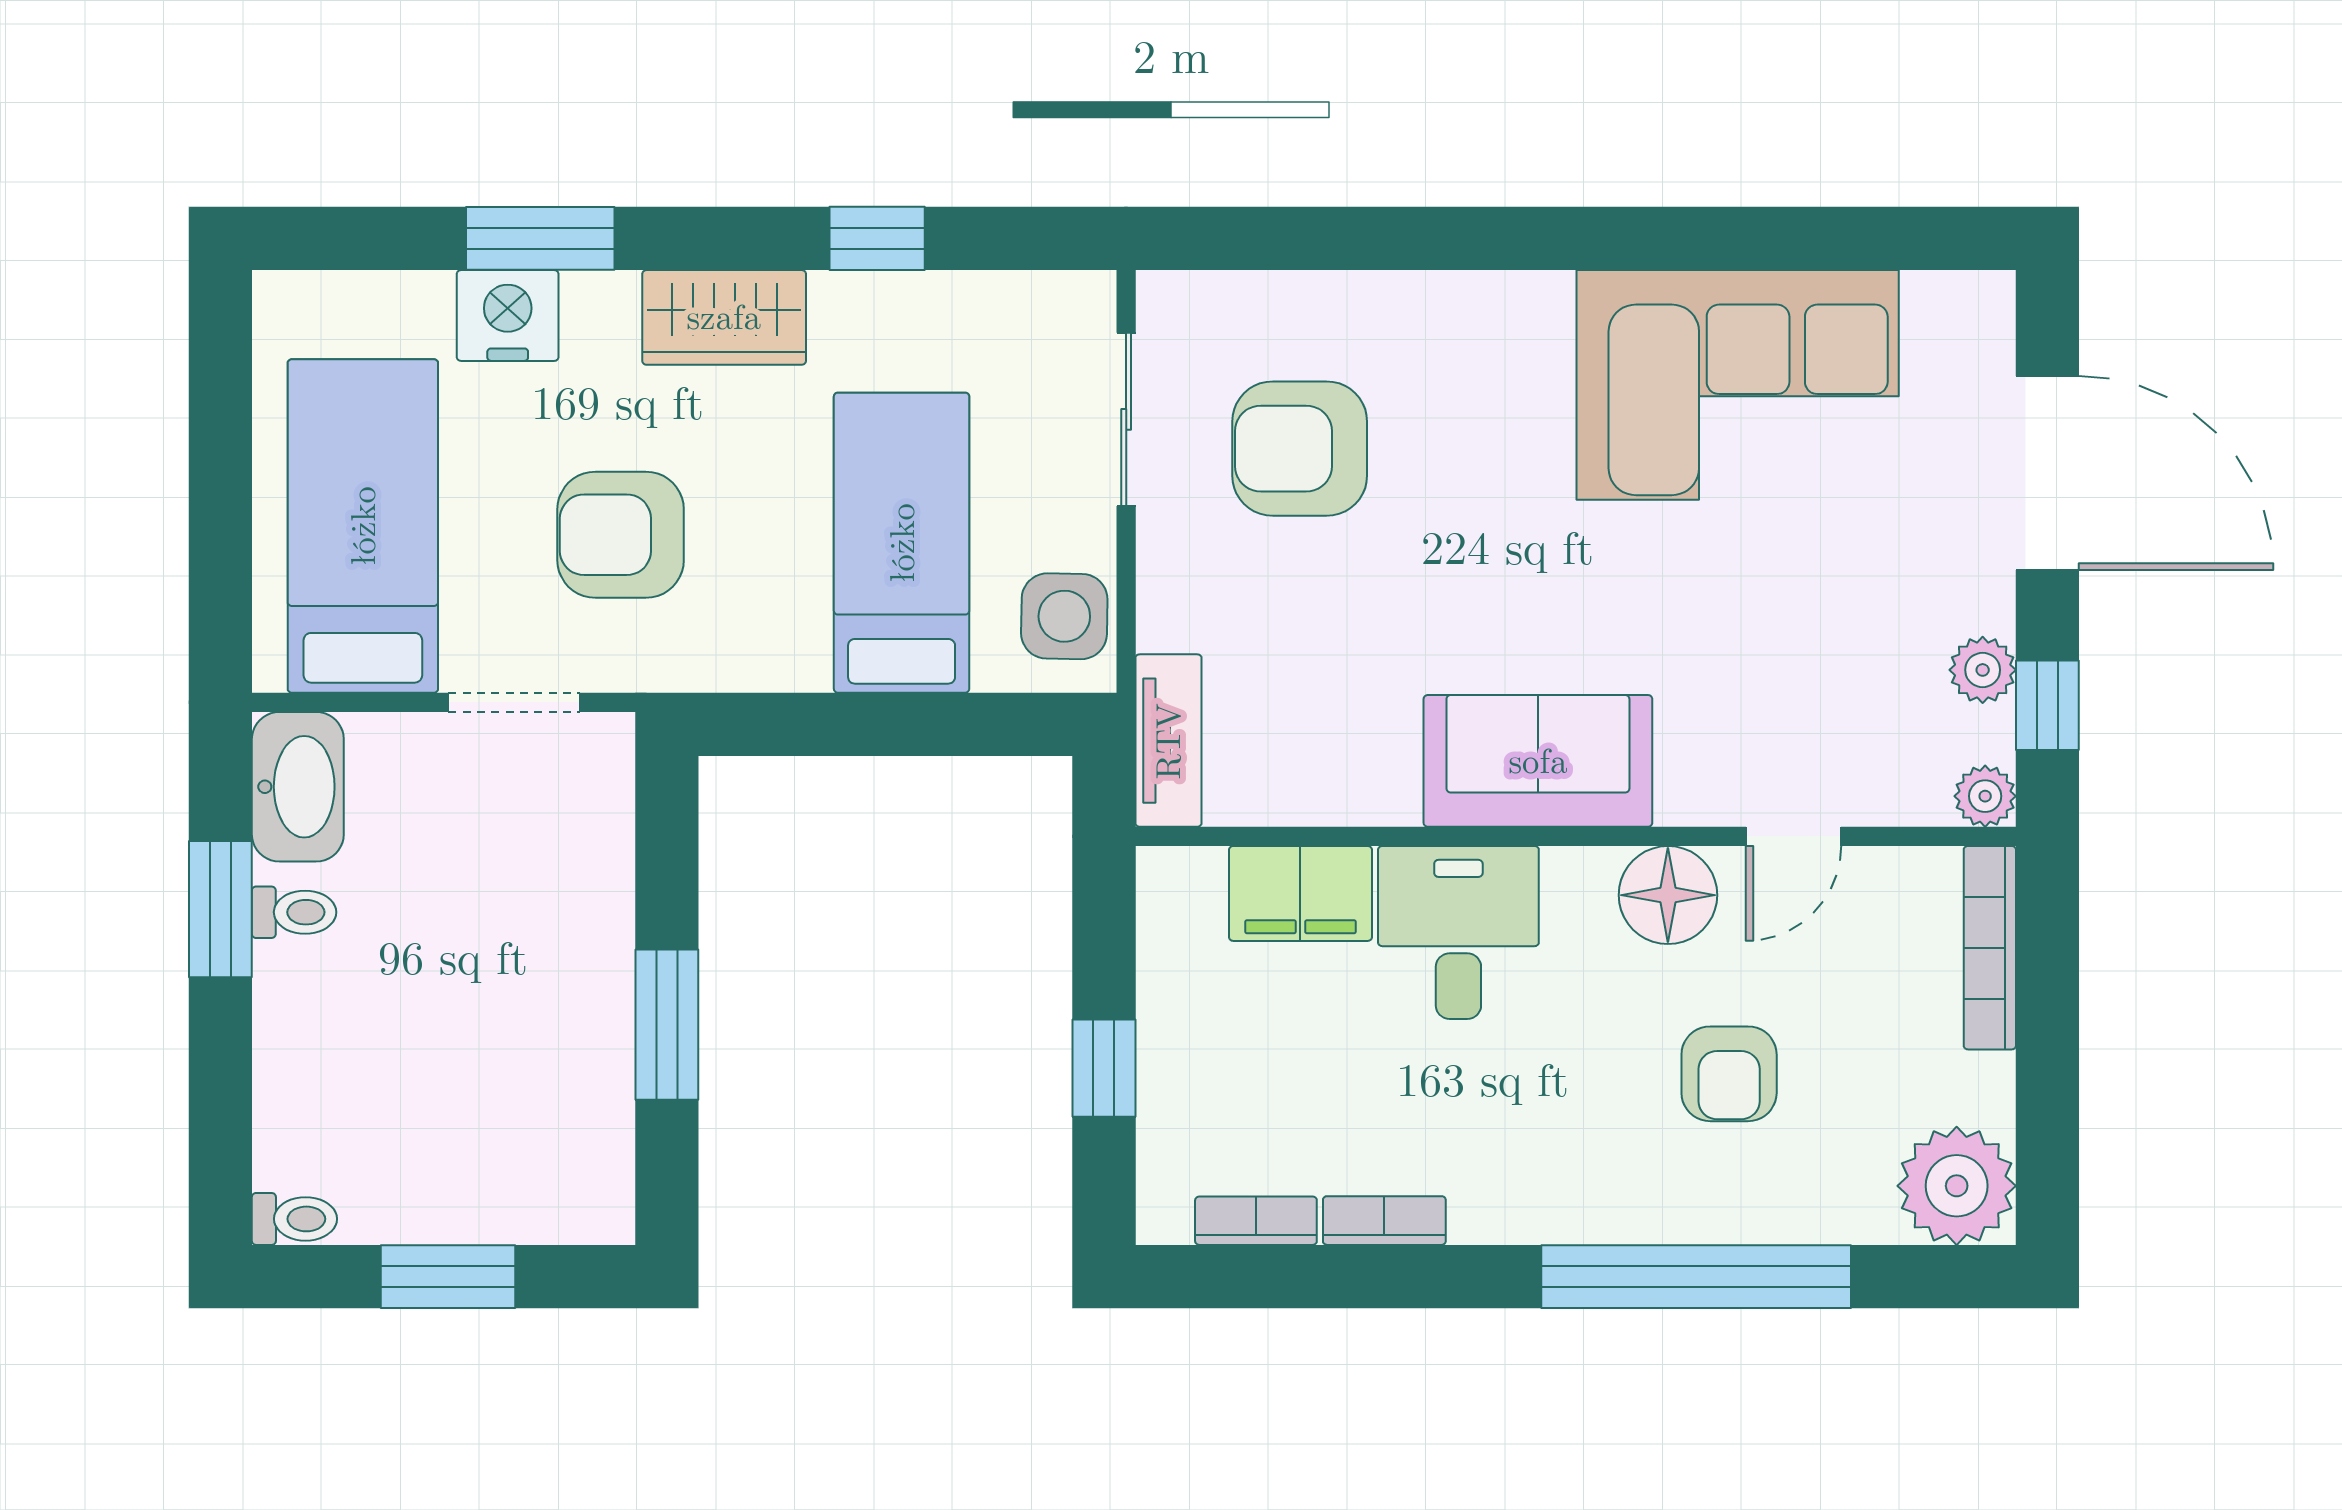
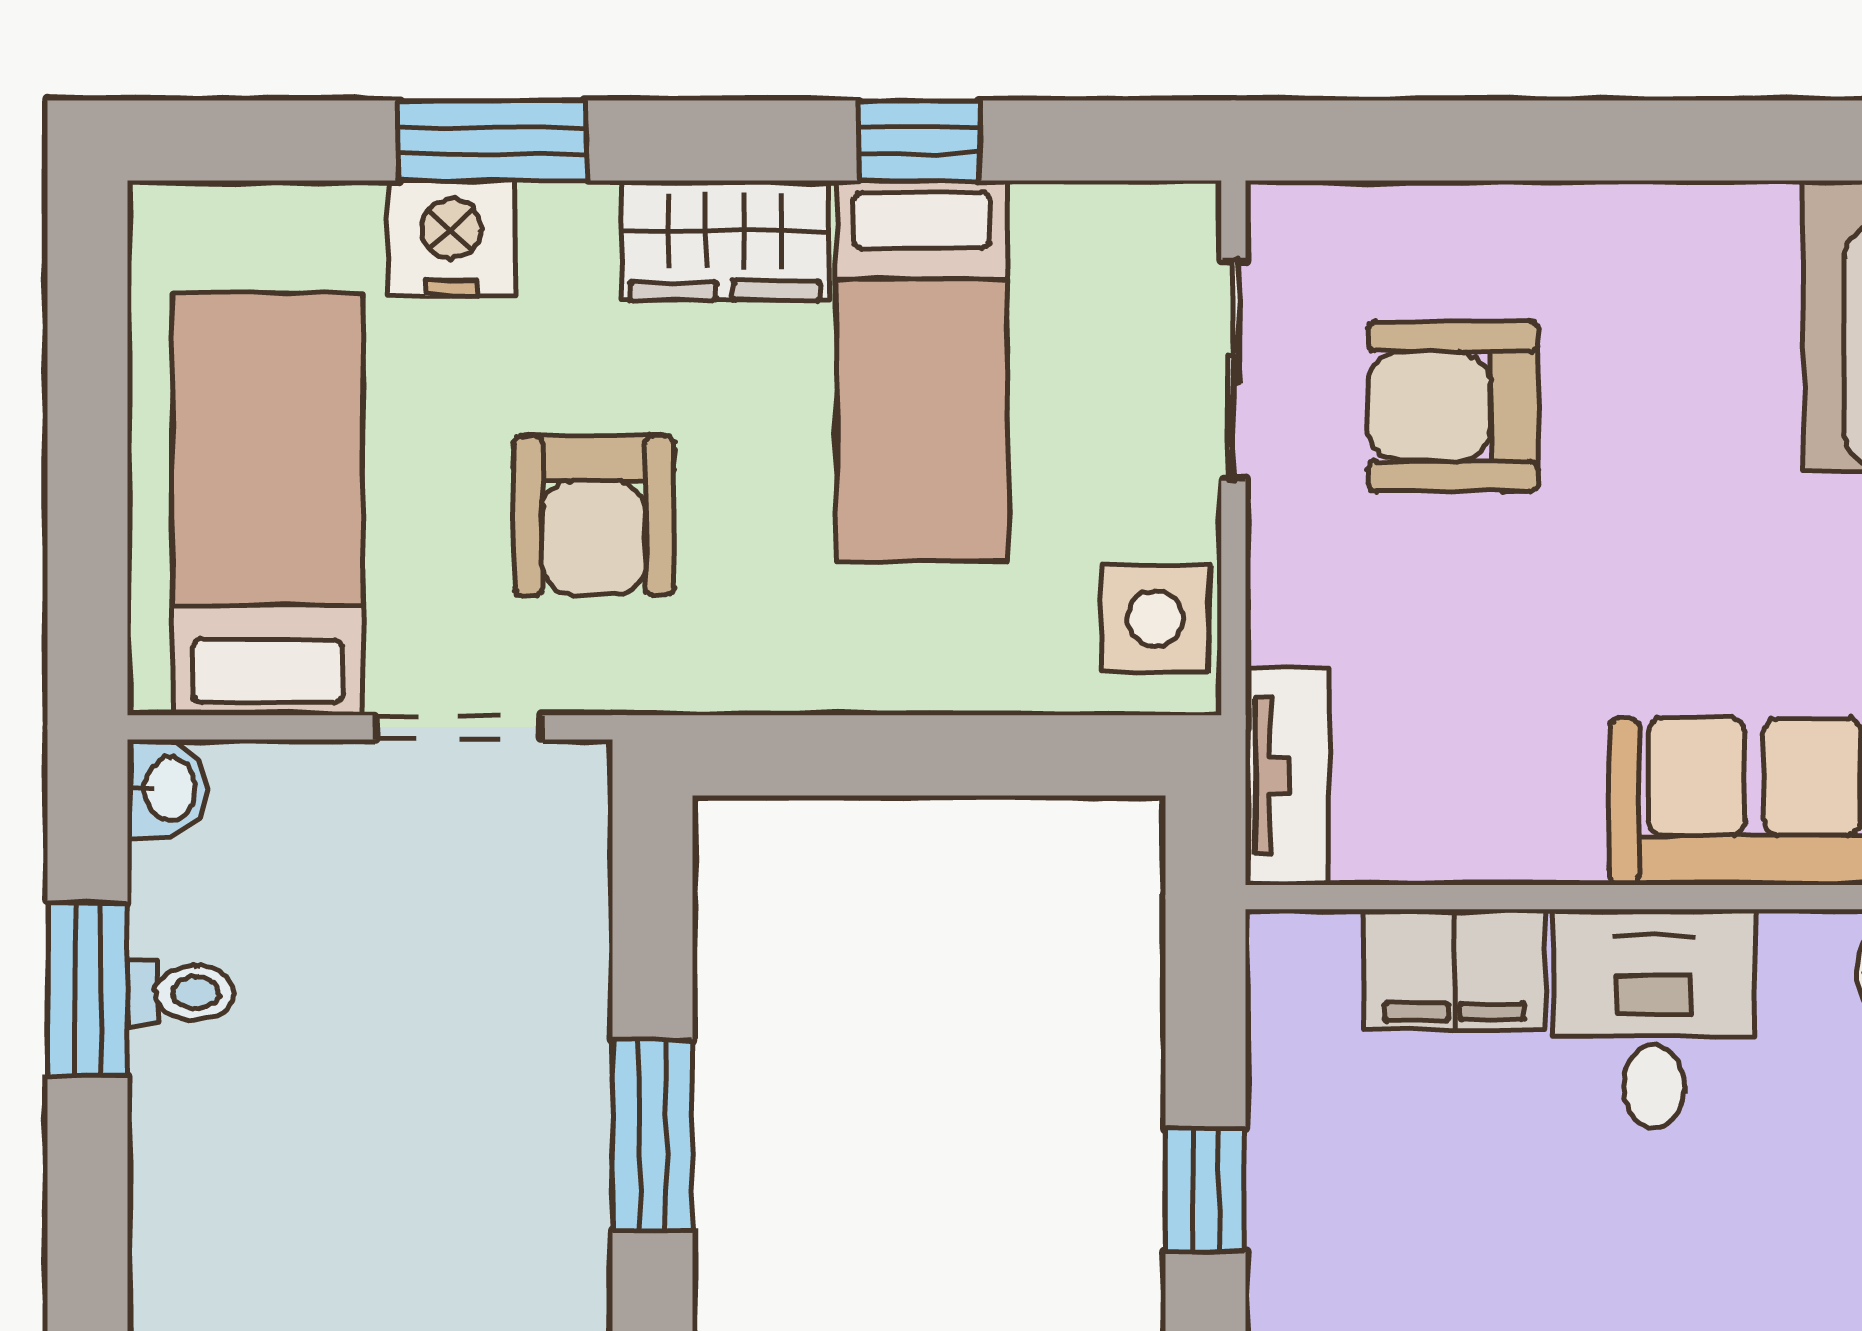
armchair: (621, 535) -> (594, 515), turned -90
bed: (902, 543) -> (922, 370), moved, turned 180
washbasin: (298, 787) -> (167, 789), width x0.52, depth x0.69

